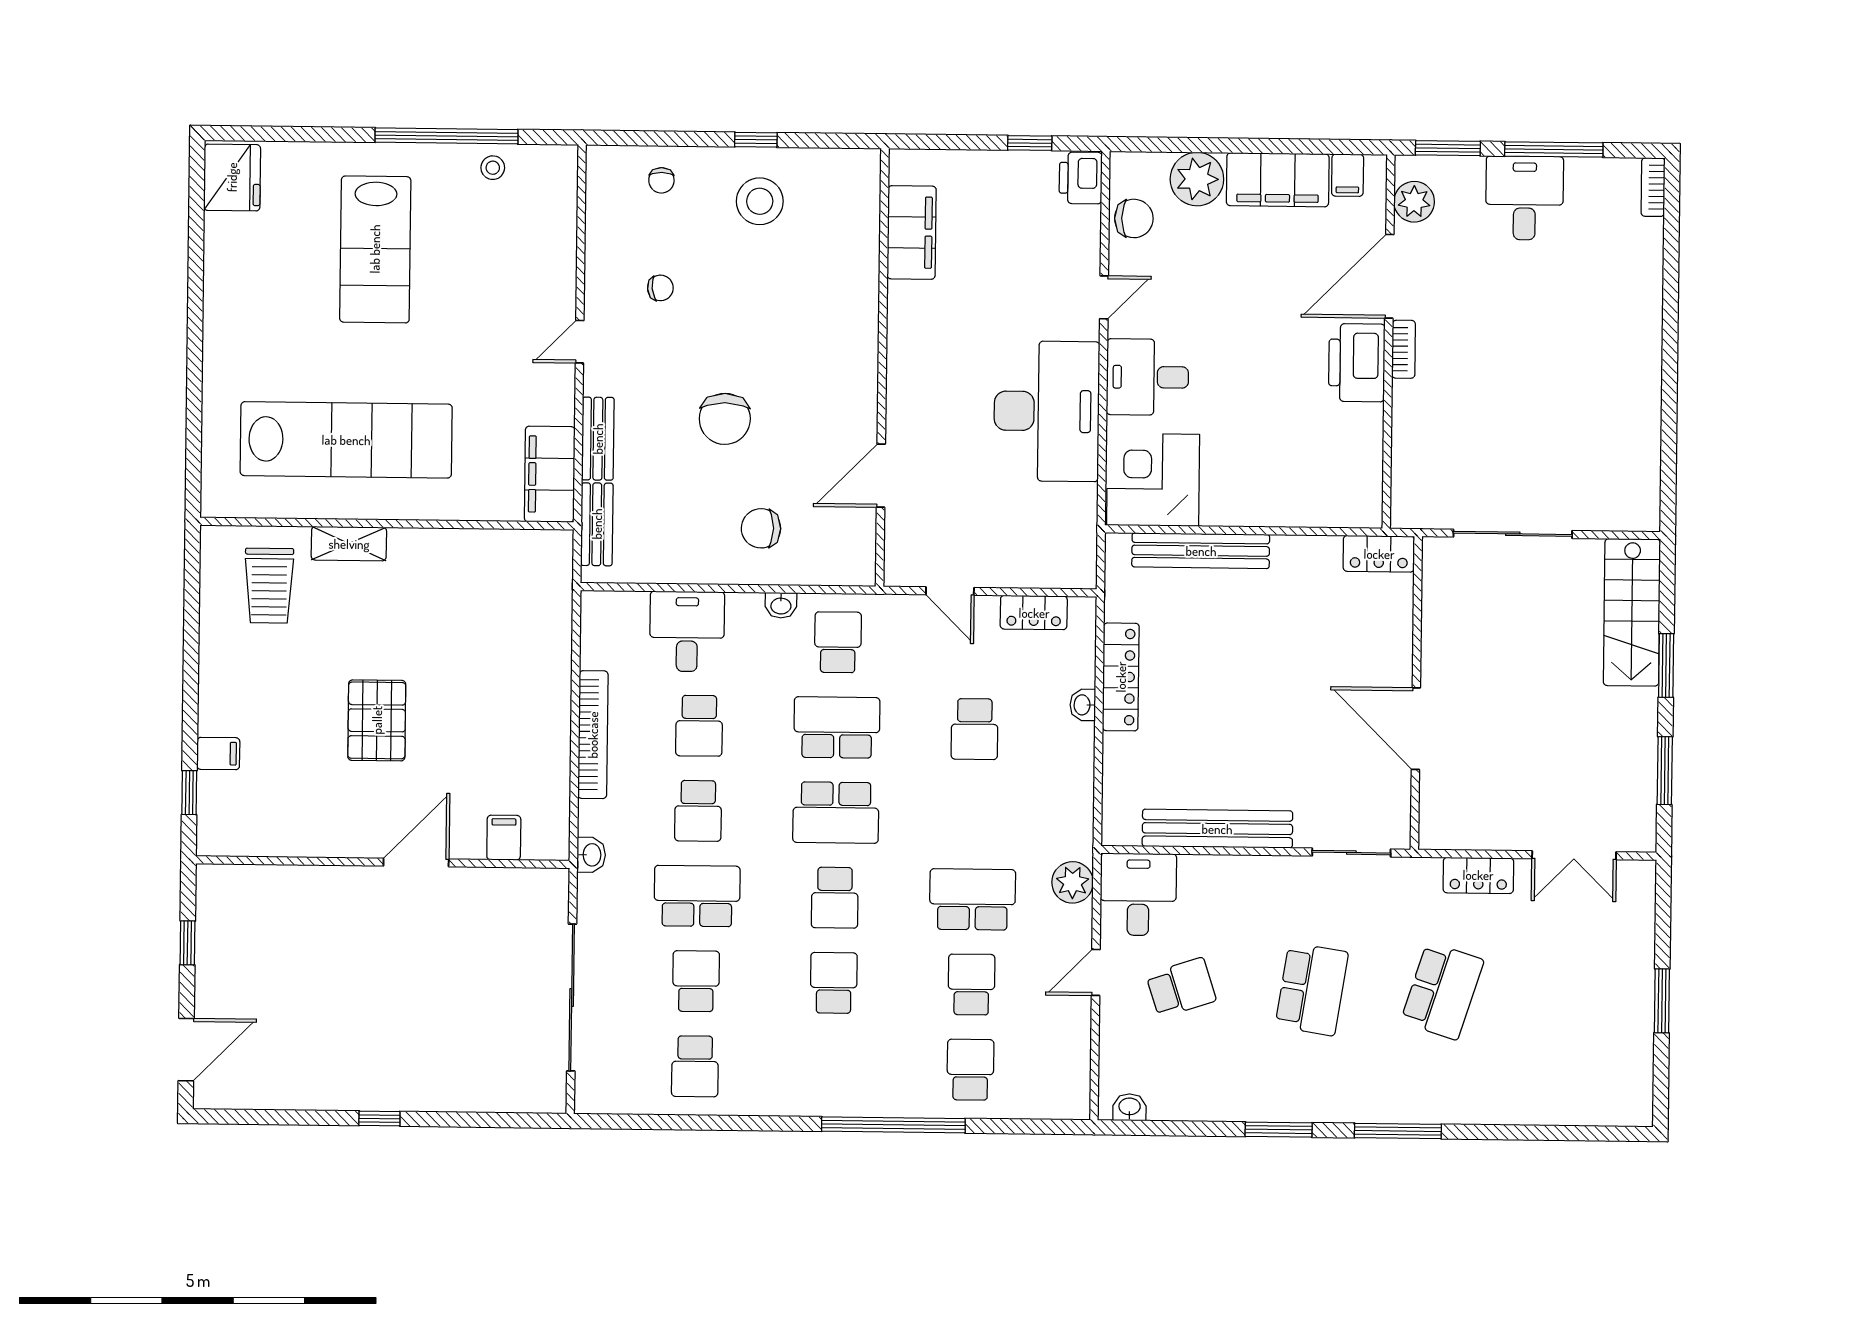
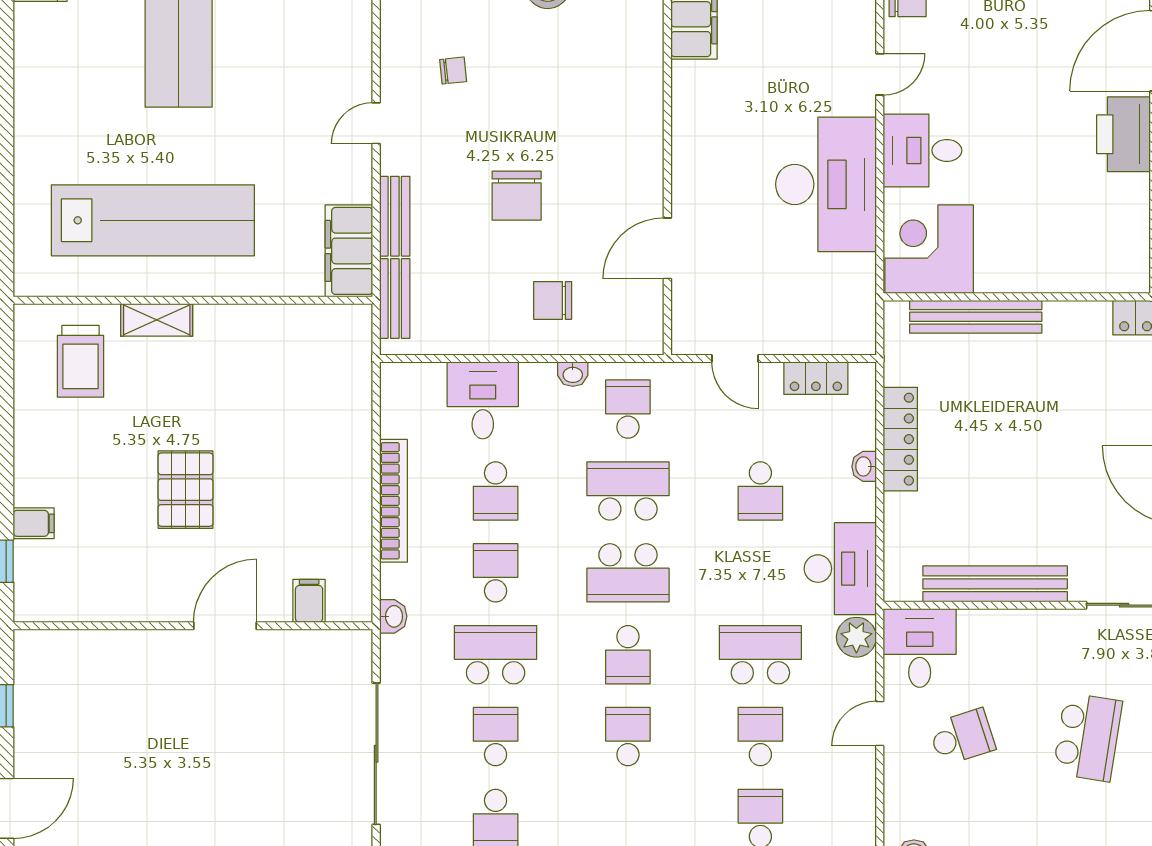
school desk: (698, 811) -> (496, 573), turned 180
desk: (1057, 811) -> (840, 569), added

